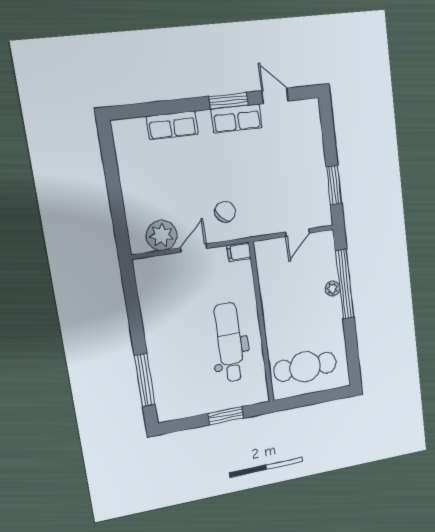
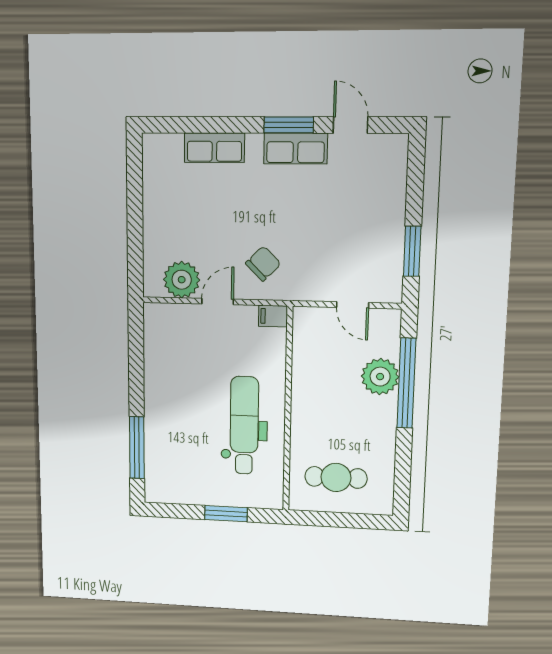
door: (297, 233) -> (353, 305), hinge flipped
plant: (332, 289) -> (380, 377), width x1.87, depth x1.87
cafe table: (305, 367) -> (336, 477), width x0.73, depth x0.74

